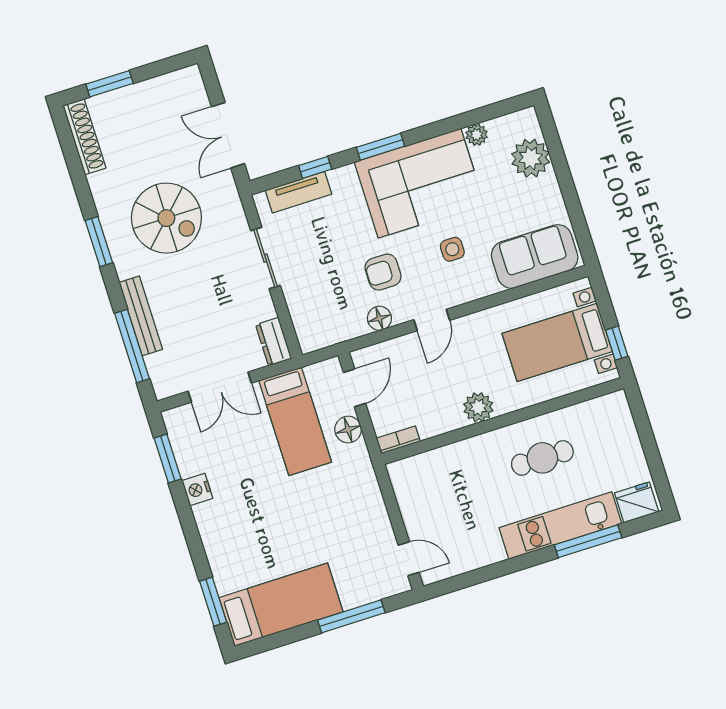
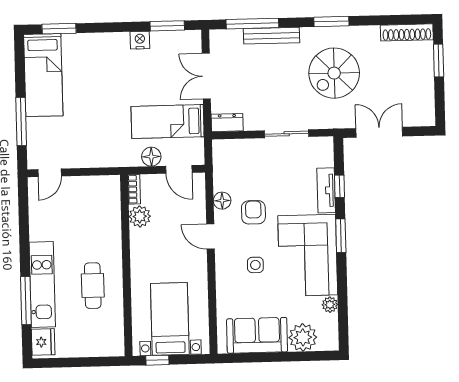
tv unit: (298, 192) -> (326, 190), moved
sofa: (535, 256) -> (257, 335), moved, turned -90
plant: (478, 407) -> (140, 216), moved

